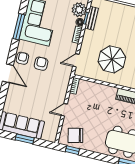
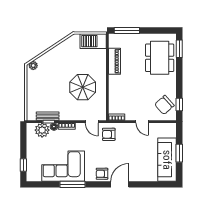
armchair: (41, 64) -> (109, 134), moved
chair: (75, 135) -> (164, 105), turned 61

